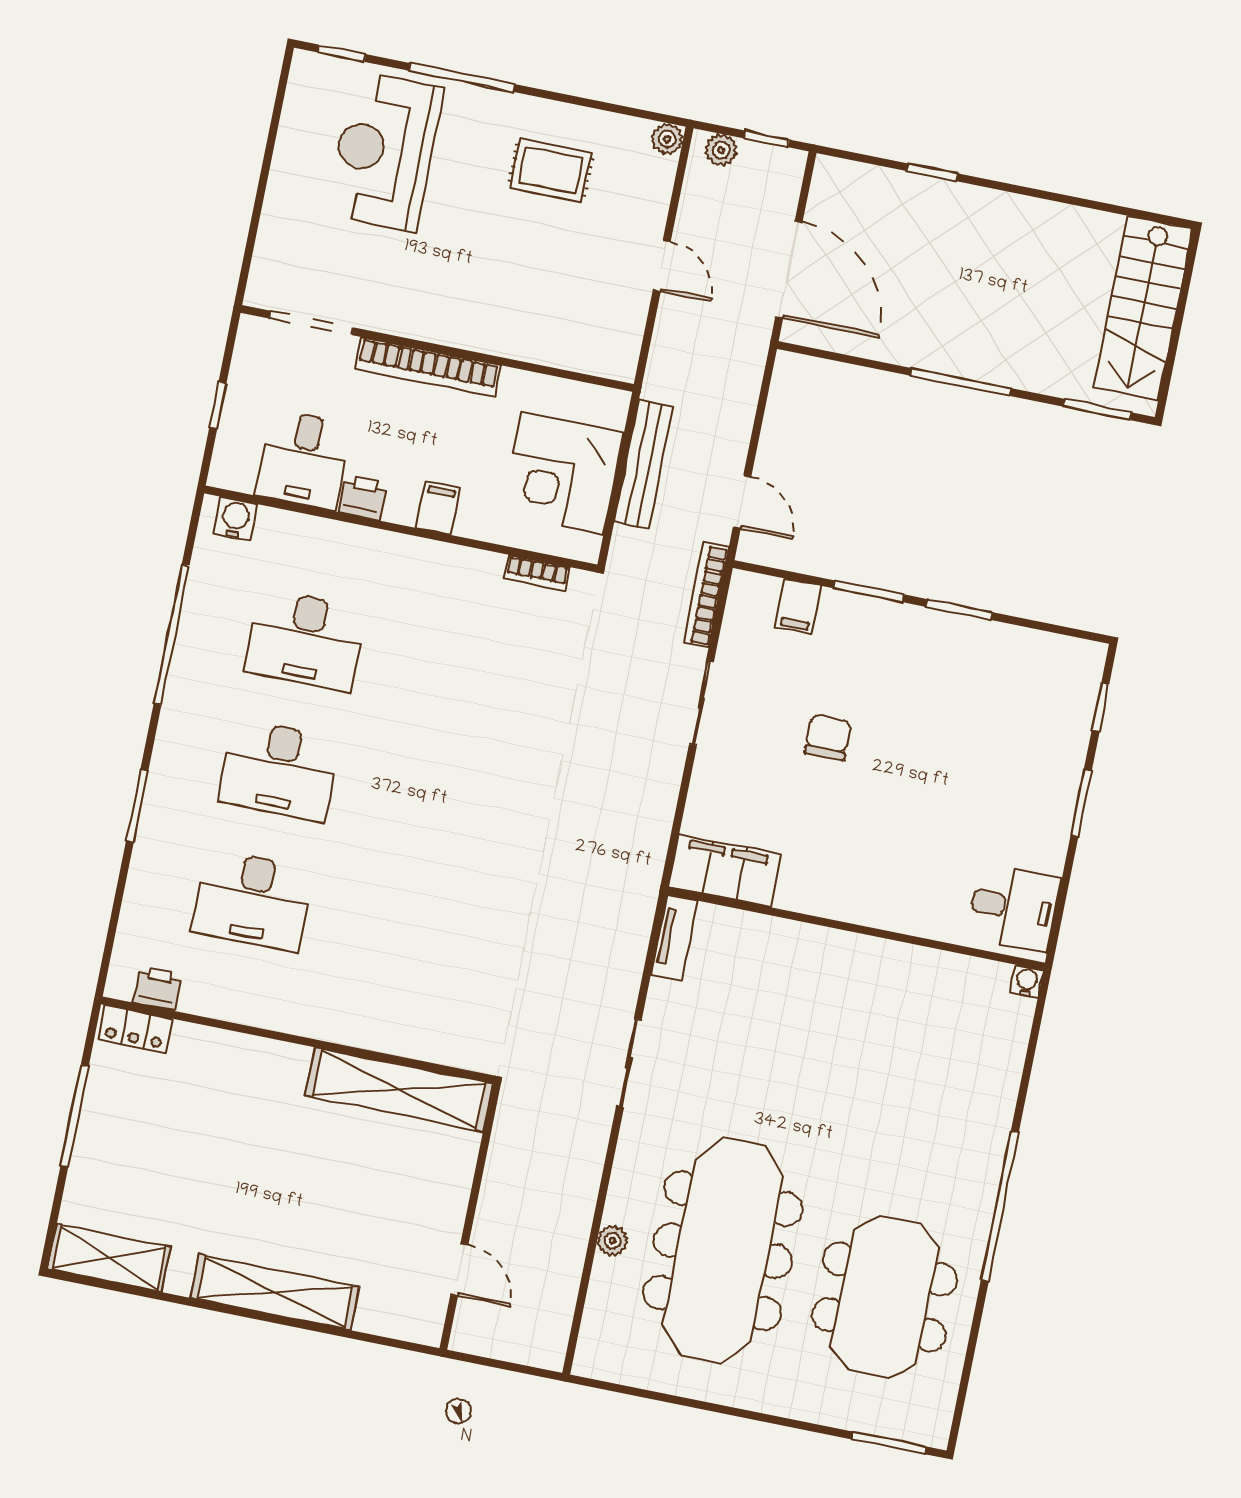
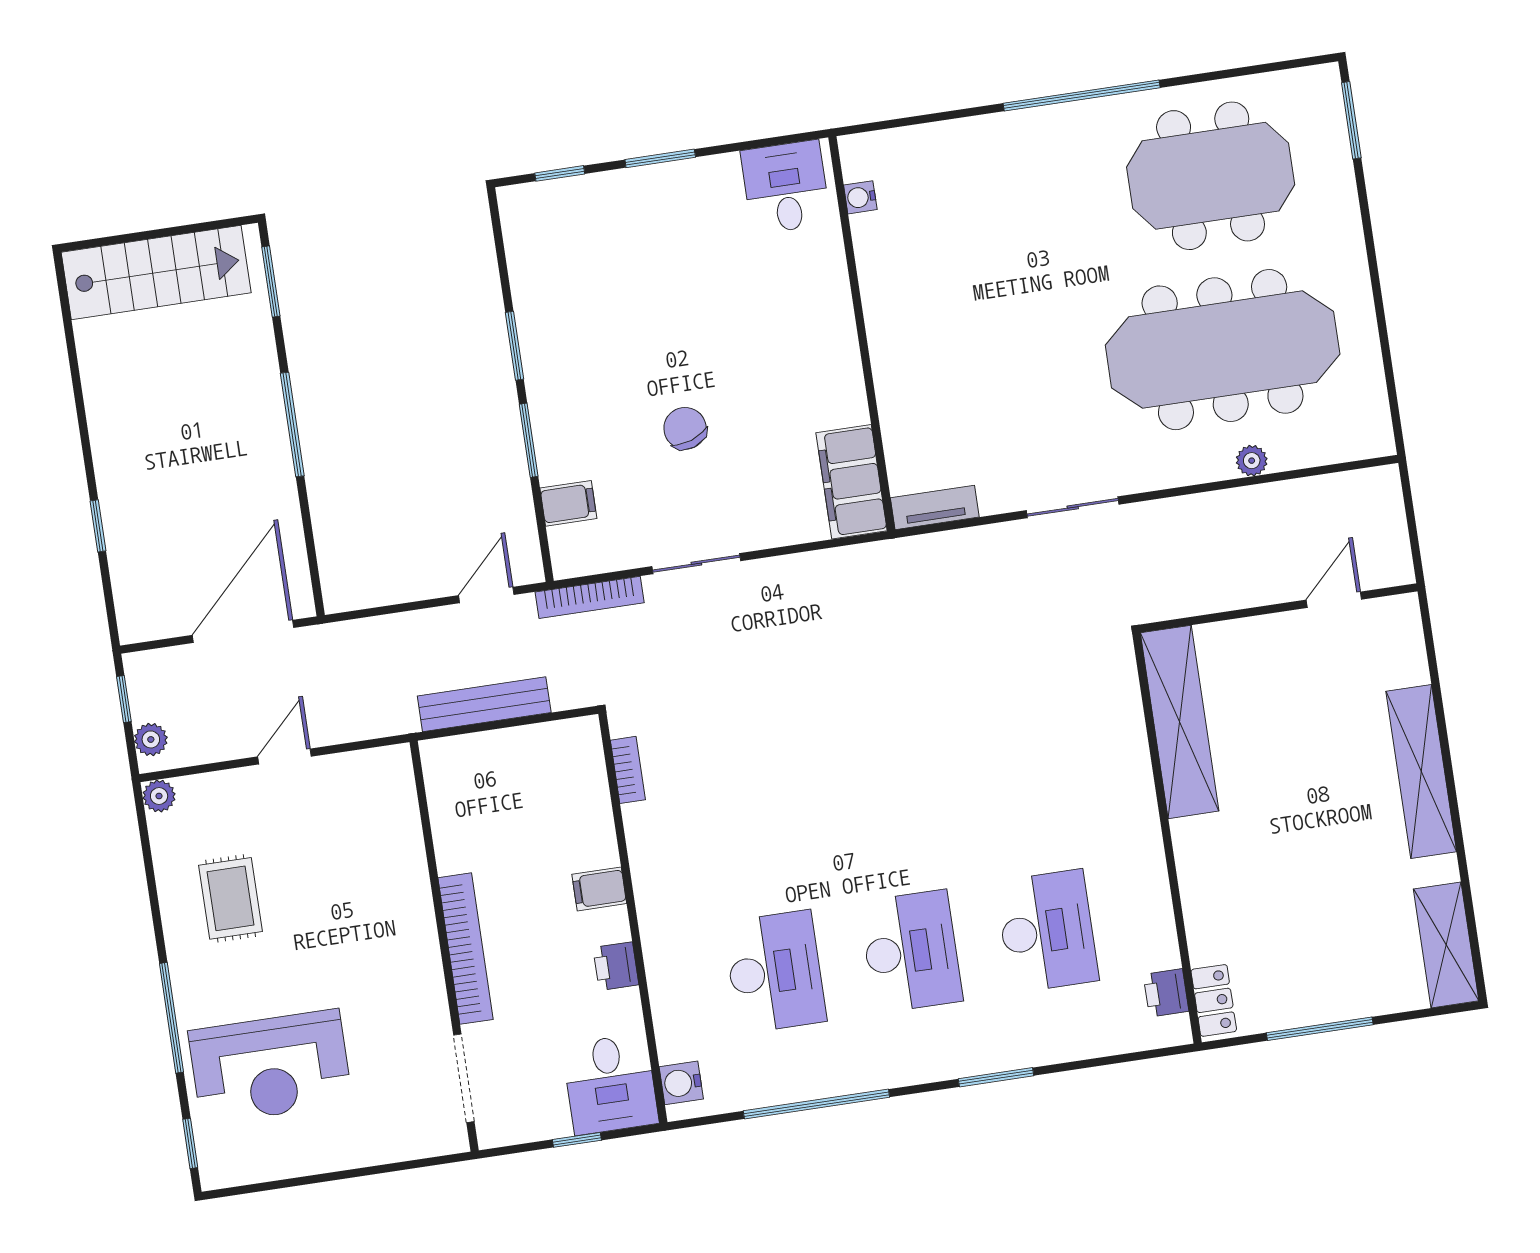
desk: (303, 460) -> (610, 1084), moved, turned 90
corner desk: (563, 473) -> (521, 780), removed
chair: (828, 737) -> (685, 428), turned 71
water cooler: (1027, 981) -> (860, 197), moved

